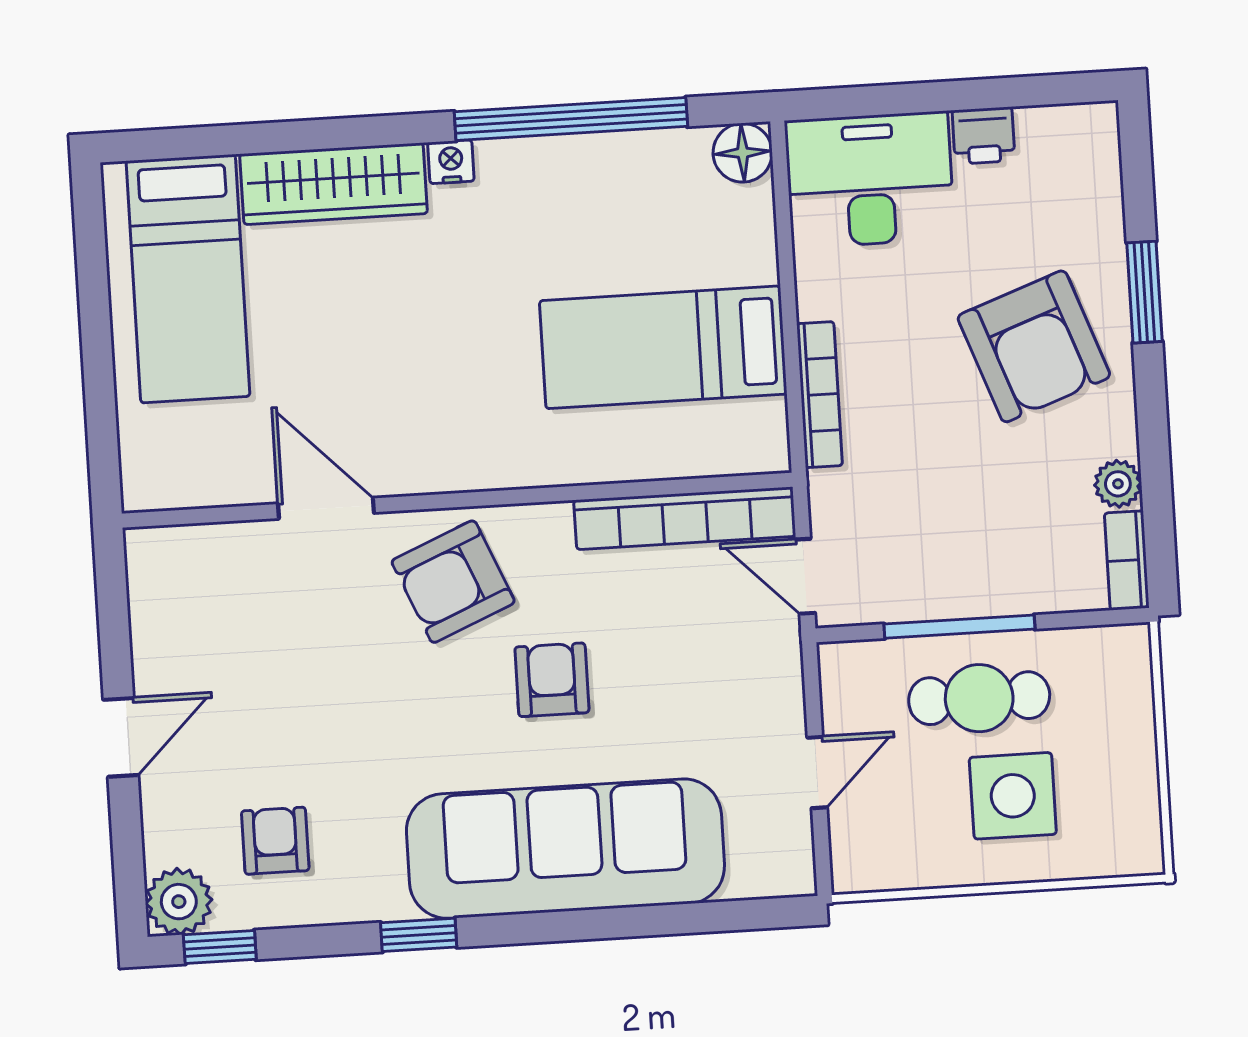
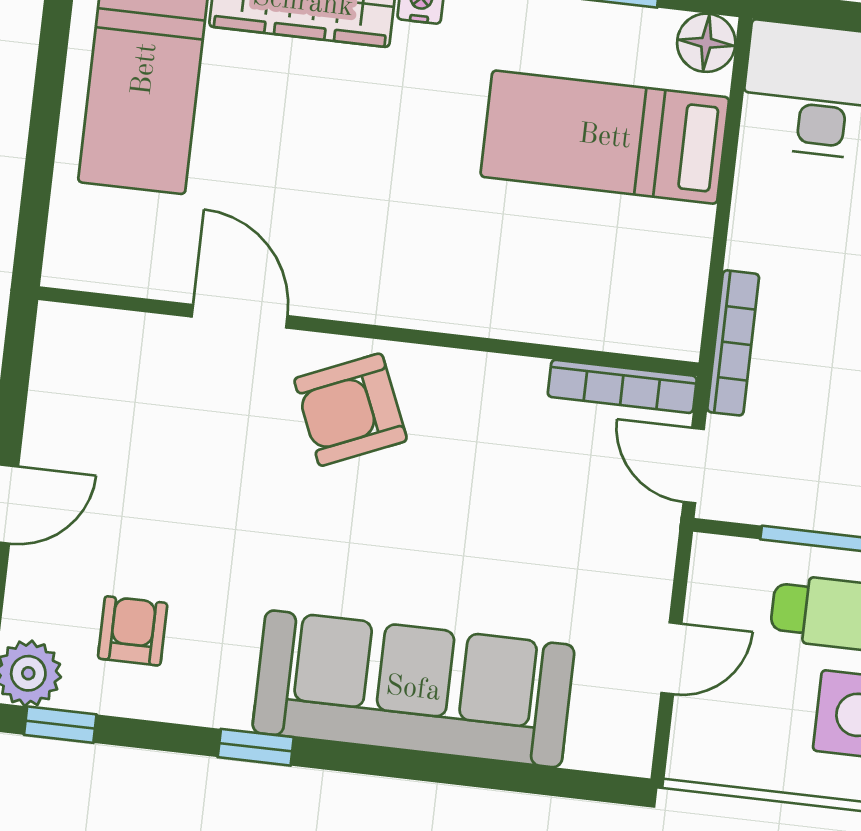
bed: (663, 347) -> (605, 137), moved
bookcase: (820, 395) -> (733, 343), moved
bookcase: (685, 518) -> (622, 386), width x0.68, depth x0.76
armchair: (552, 680) -> (430, 522), removed

